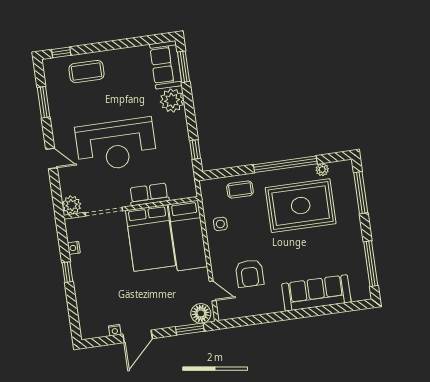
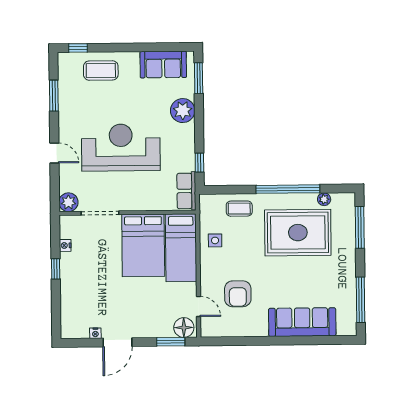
sofa: (166, 65) -> (163, 64), moved, turned -90
reception desk: (116, 145) -> (121, 148), turned 180
row of seats: (149, 194) -> (186, 191), moved, turned -90

